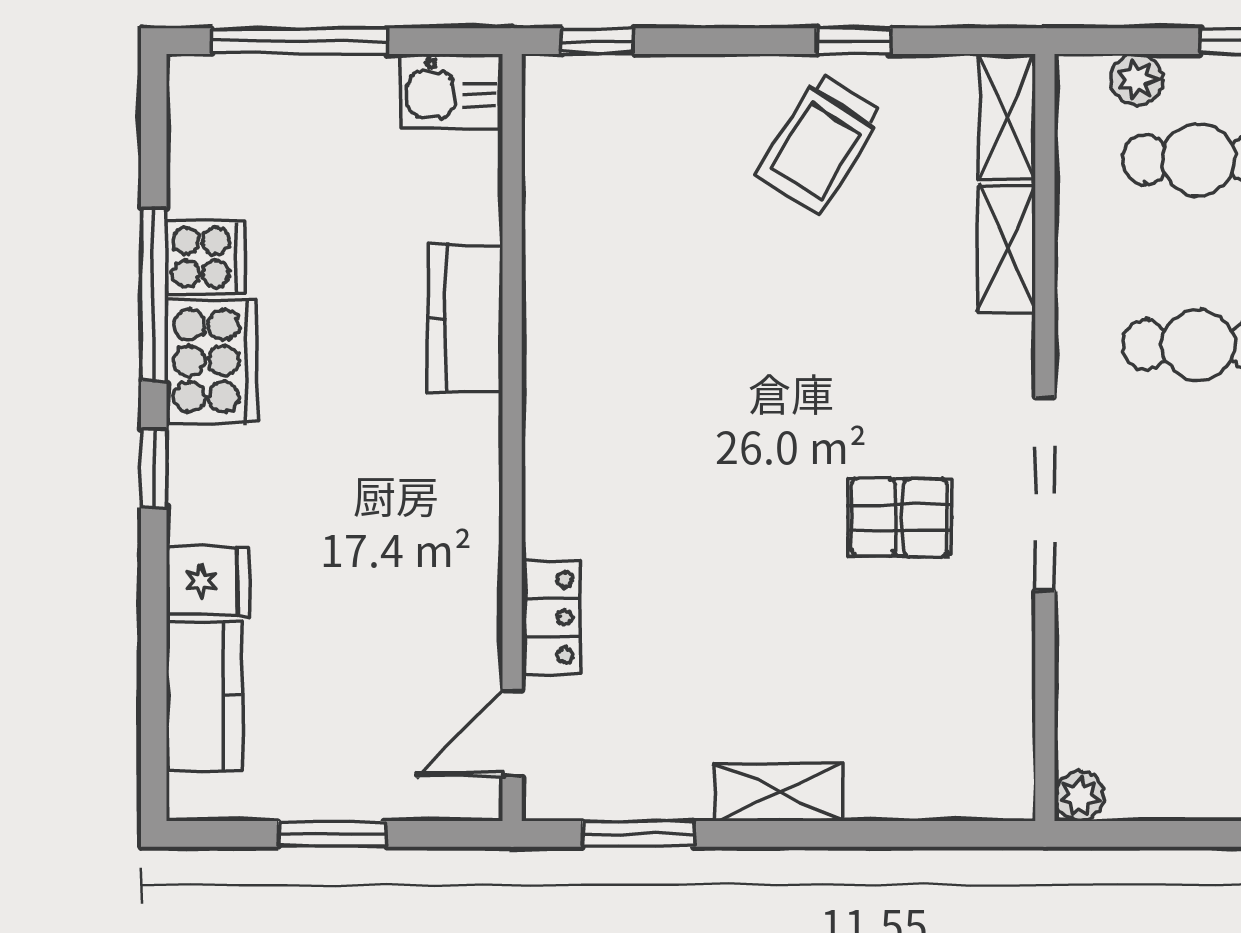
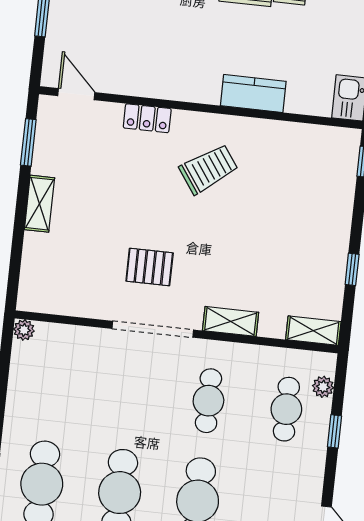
trolley: (820, 144) -> (209, 169), moved, turned 113
shelving: (1007, 248) -> (231, 321), moved
pallet: (899, 517) -> (150, 267), turned 90
locker: (551, 617) -> (147, 118), moved

